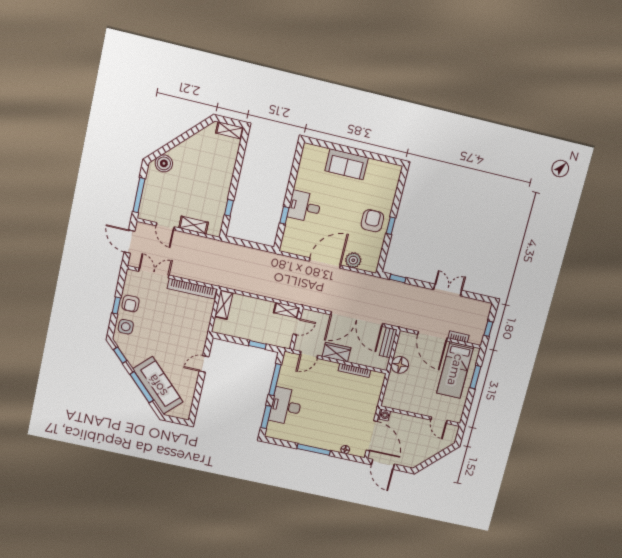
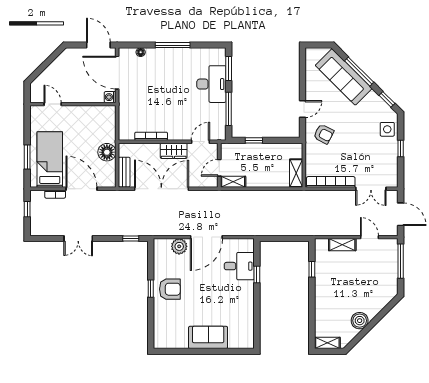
boiler: (164, 163) -> (360, 321), moved
desk: (304, 207) -> (239, 266), moved
armchair: (372, 221) -> (170, 289), turned -90
armchair: (131, 304) -> (324, 134), moved, turned 117

